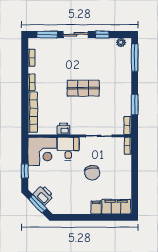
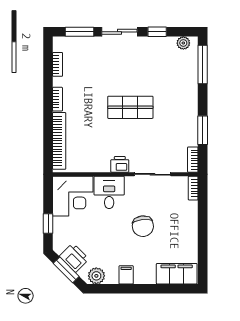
printer: (63, 129) -> (120, 164), moved
filing cabinet: (96, 207) -> (126, 275), moved
plant: (59, 208) -> (96, 276), added

